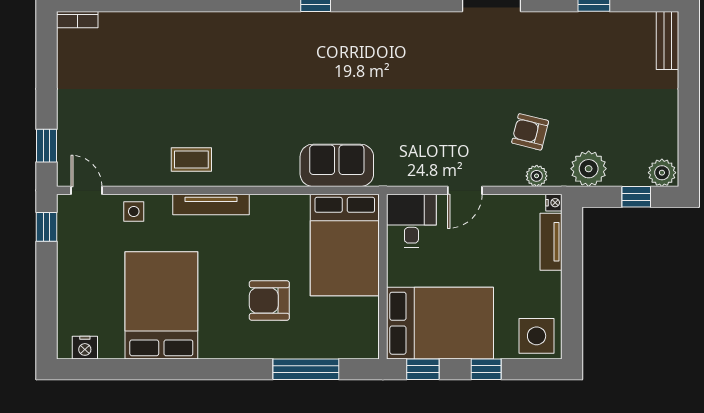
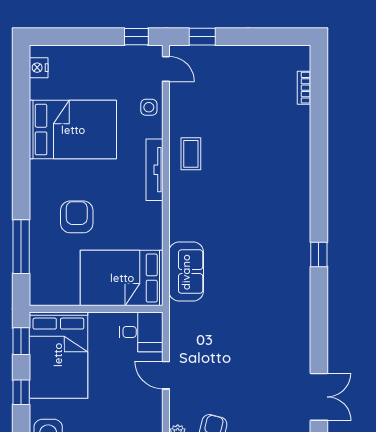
bookcase: (77, 20) -> (304, 88), moved
door: (86, 190) -> (166, 69), hinge flipped

